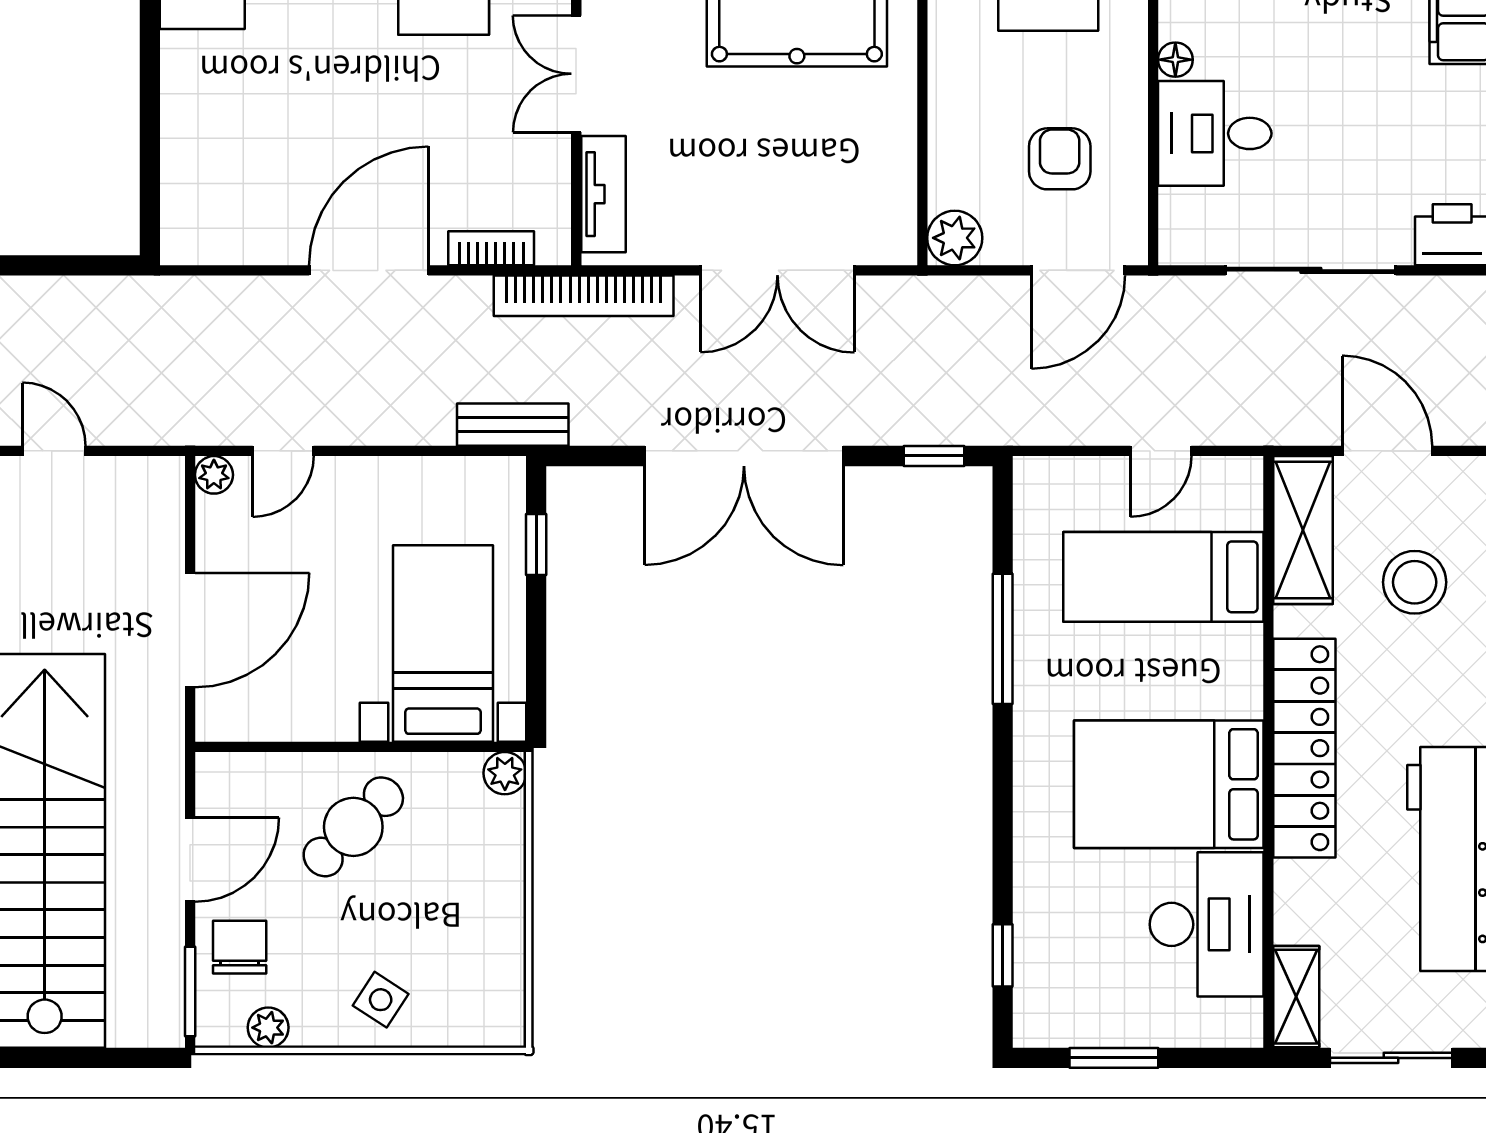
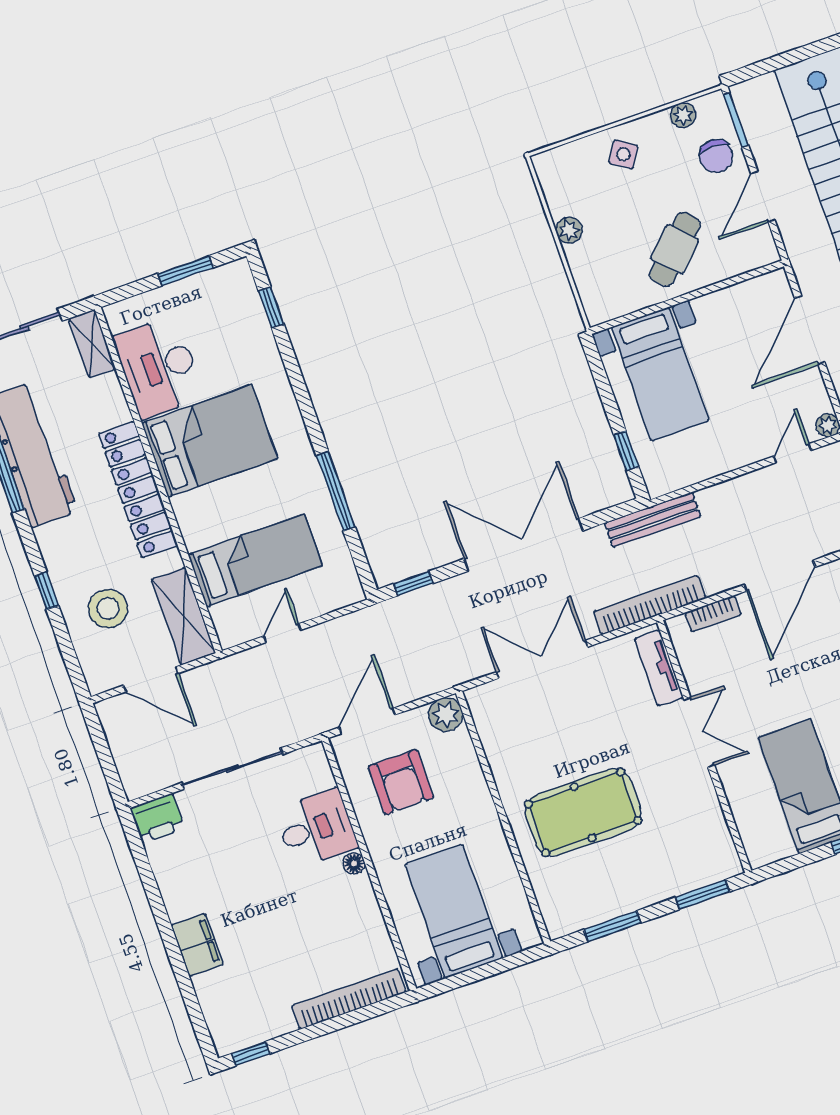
armchair: (1060, 159) -> (401, 782), width x1.38, depth x1.38
bench: (513, 425) -> (653, 520), width x1.36
plant: (505, 773) -> (569, 230), moved

